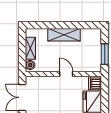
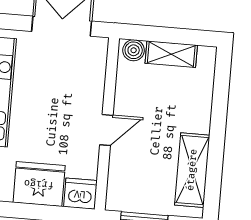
shelving: (64, 35) -> (192, 170), moved

